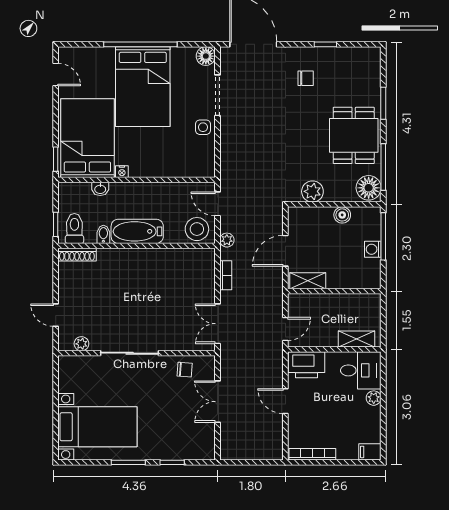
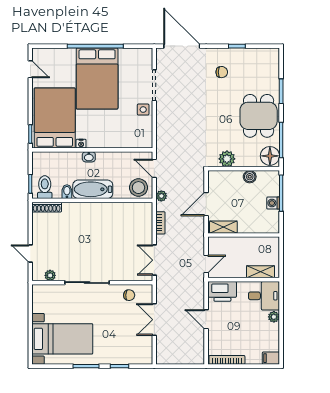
floor lamp: (206, 56) -> (145, 55), removed
washbasin: (100, 189) -> (89, 157), moved

